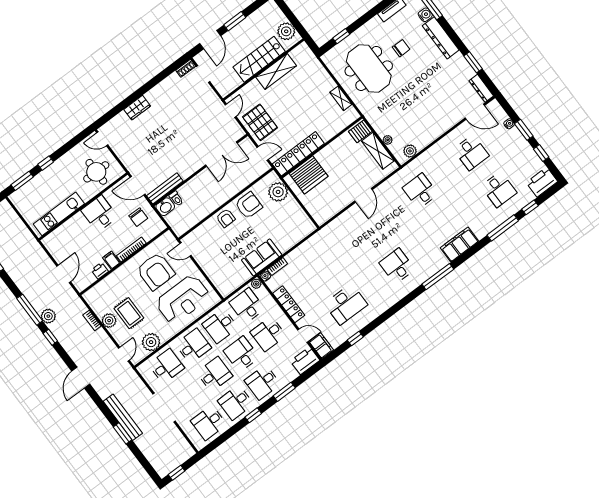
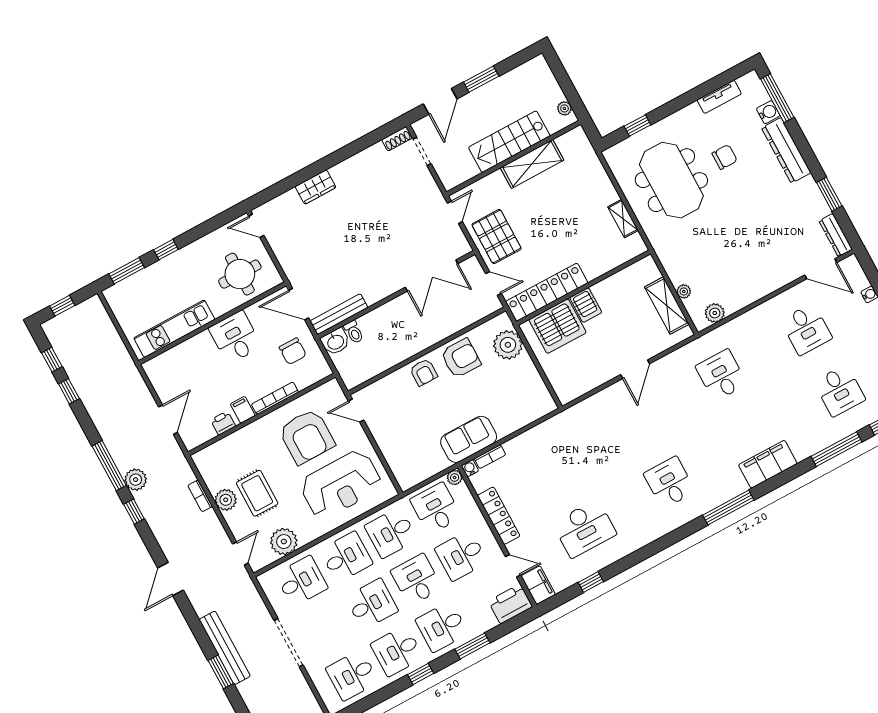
plant: (286, 31) -> (564, 108), width x0.53, depth x0.53
server rack: (360, 131) -> (586, 305), moved, turned -90

